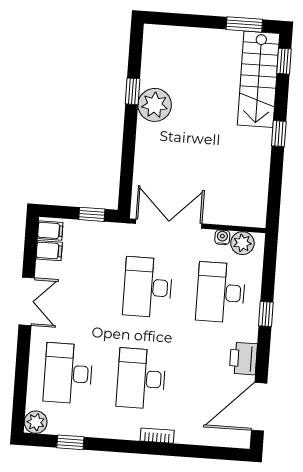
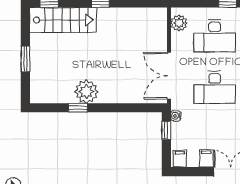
window: (244, 24) -> (25, 59), moved
water cooler: (222, 237) -> (176, 116), moved
filing cabinet: (49, 251) -> (206, 158), moved

